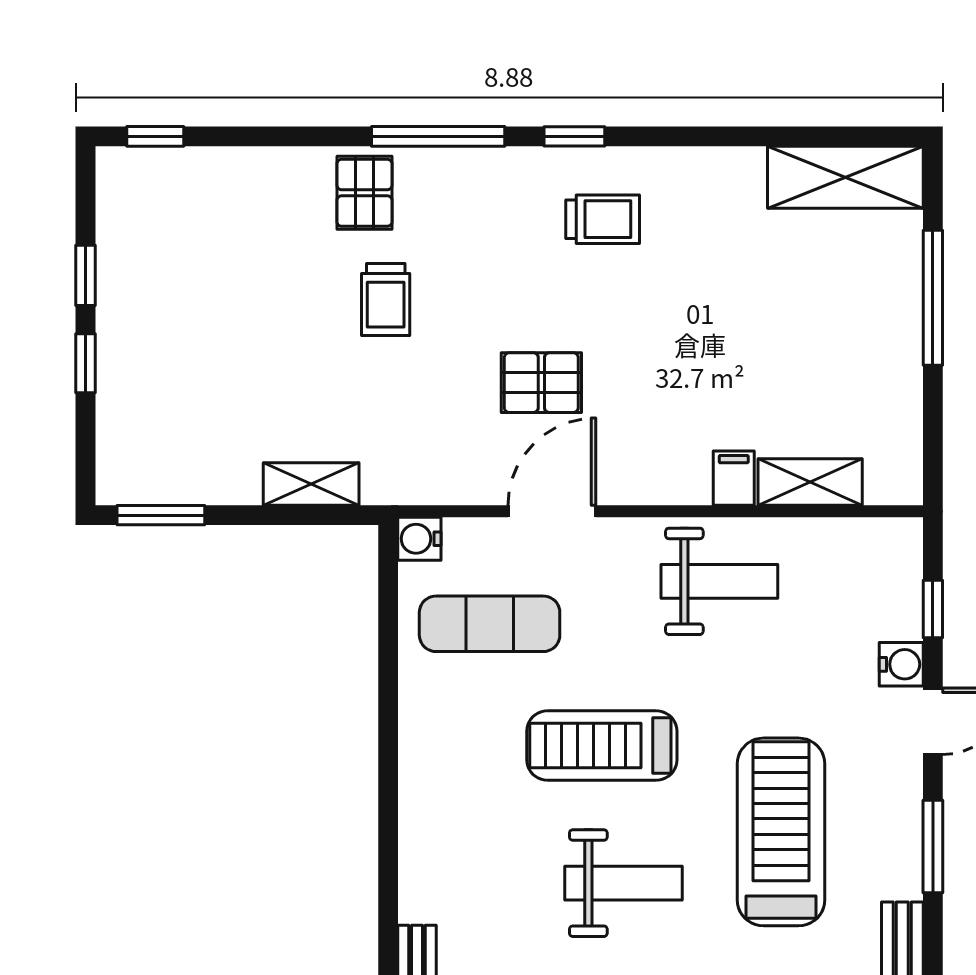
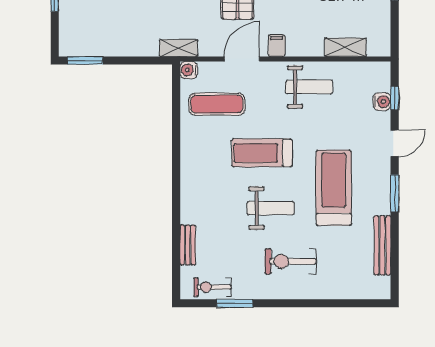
filing cabinet: (734, 478) -> (277, 46), moved
shelving: (311, 484) -> (179, 48), moved
water cooler: (901, 664) -> (382, 102), moved

